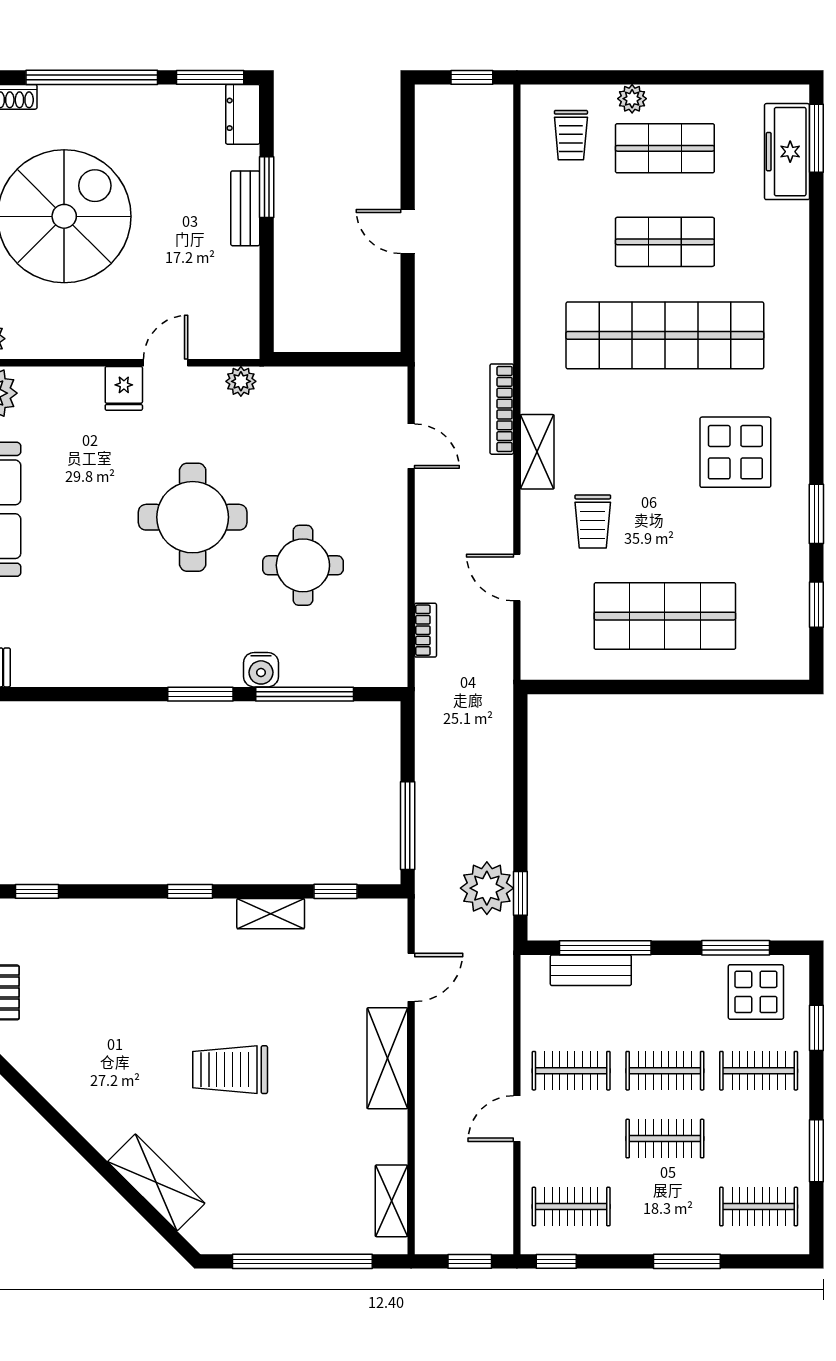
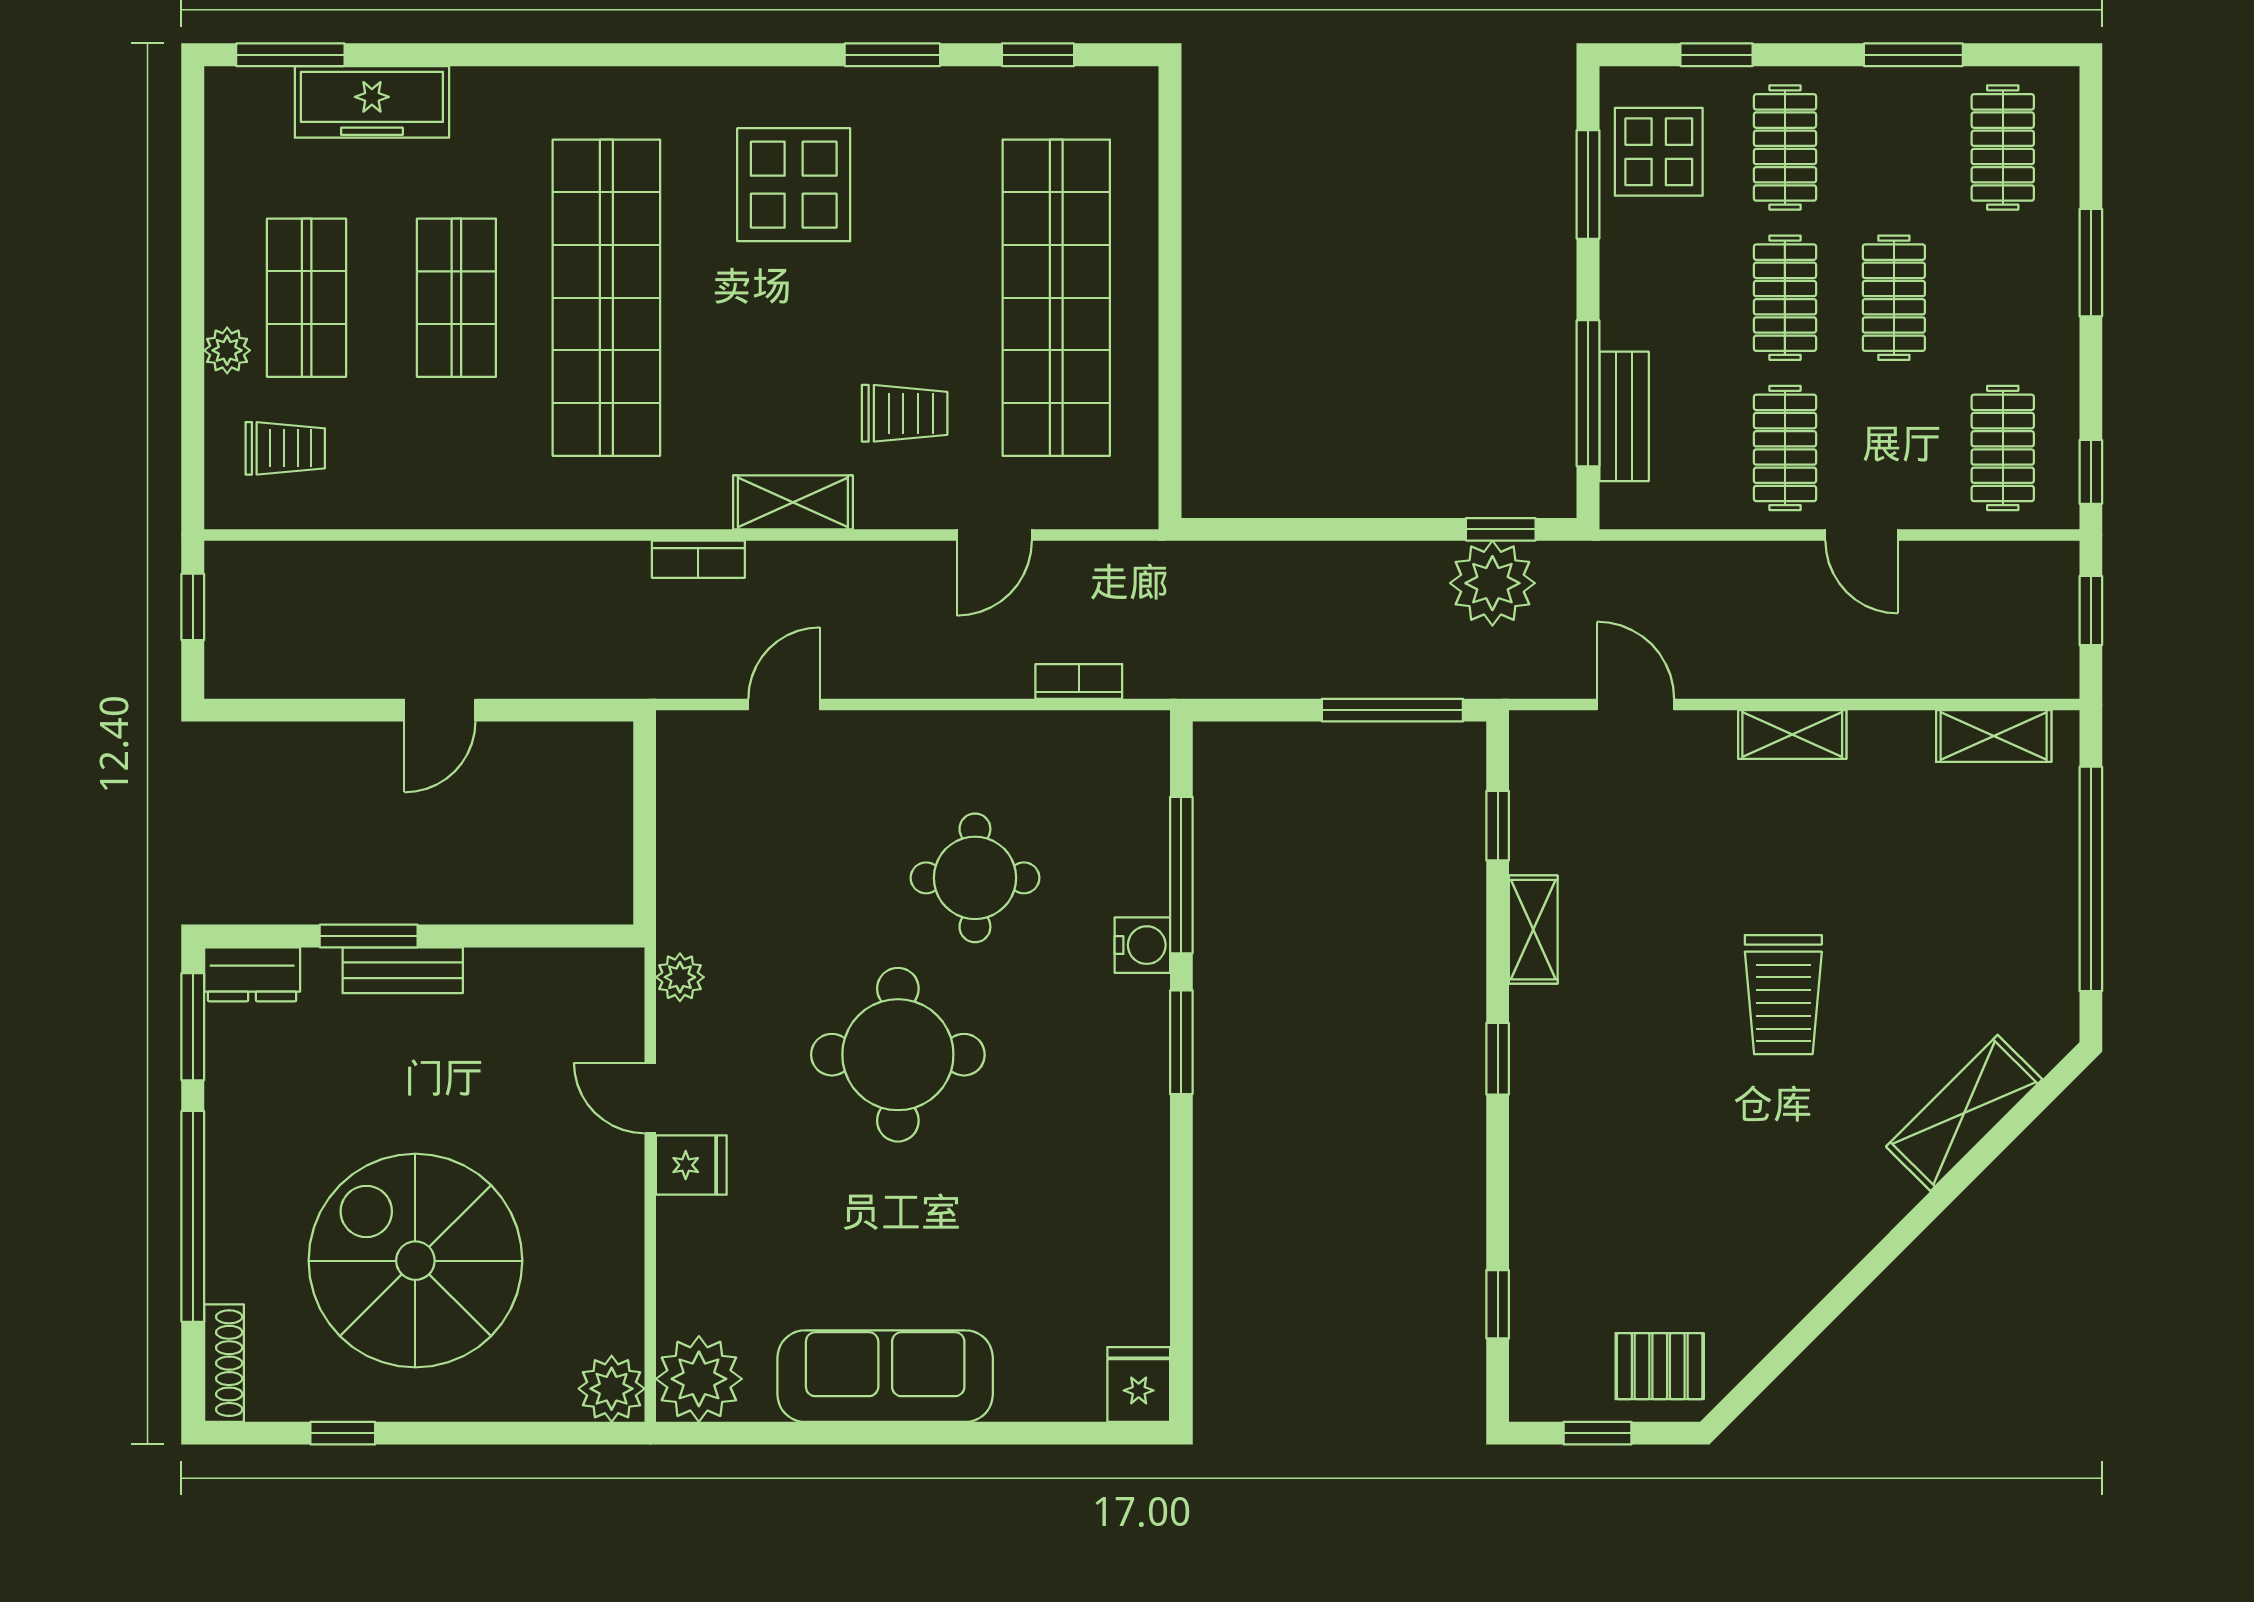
freezer: (787, 152) -> (372, 102), moved
bookcase: (502, 409) -> (698, 559), width x0.64
shop shelf: (665, 616) -> (1056, 298), width x1.40
shelving: (387, 1058) -> (1792, 734), width x0.67, depth x0.75

